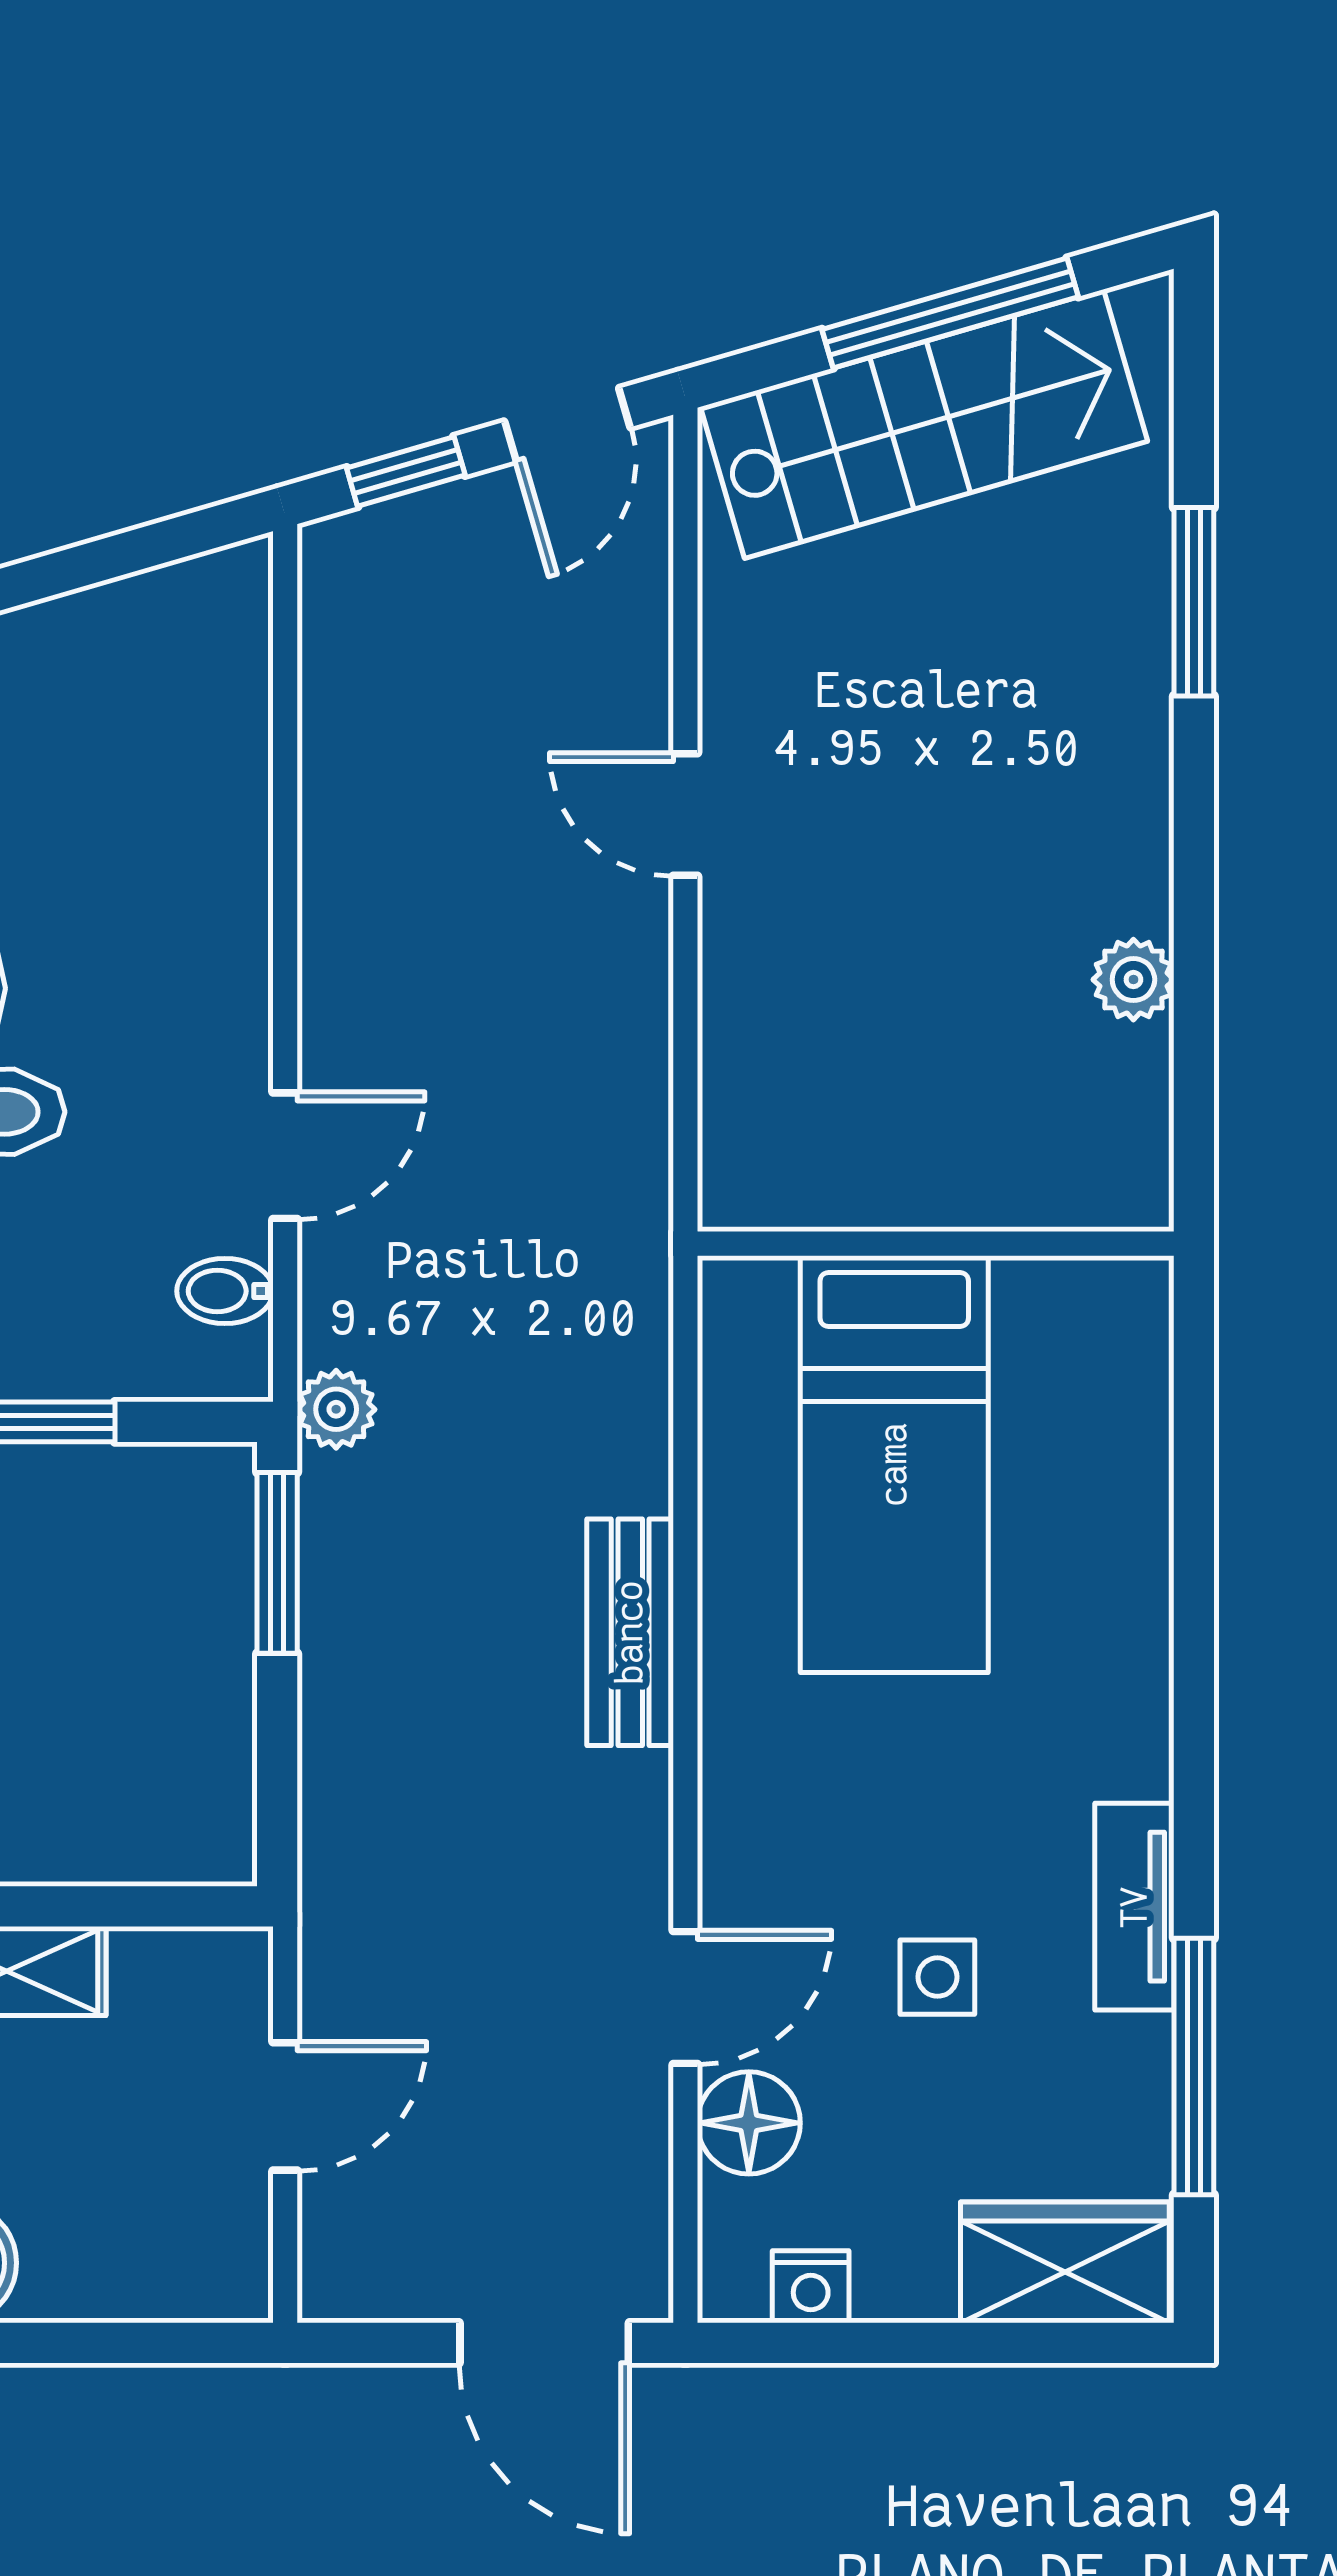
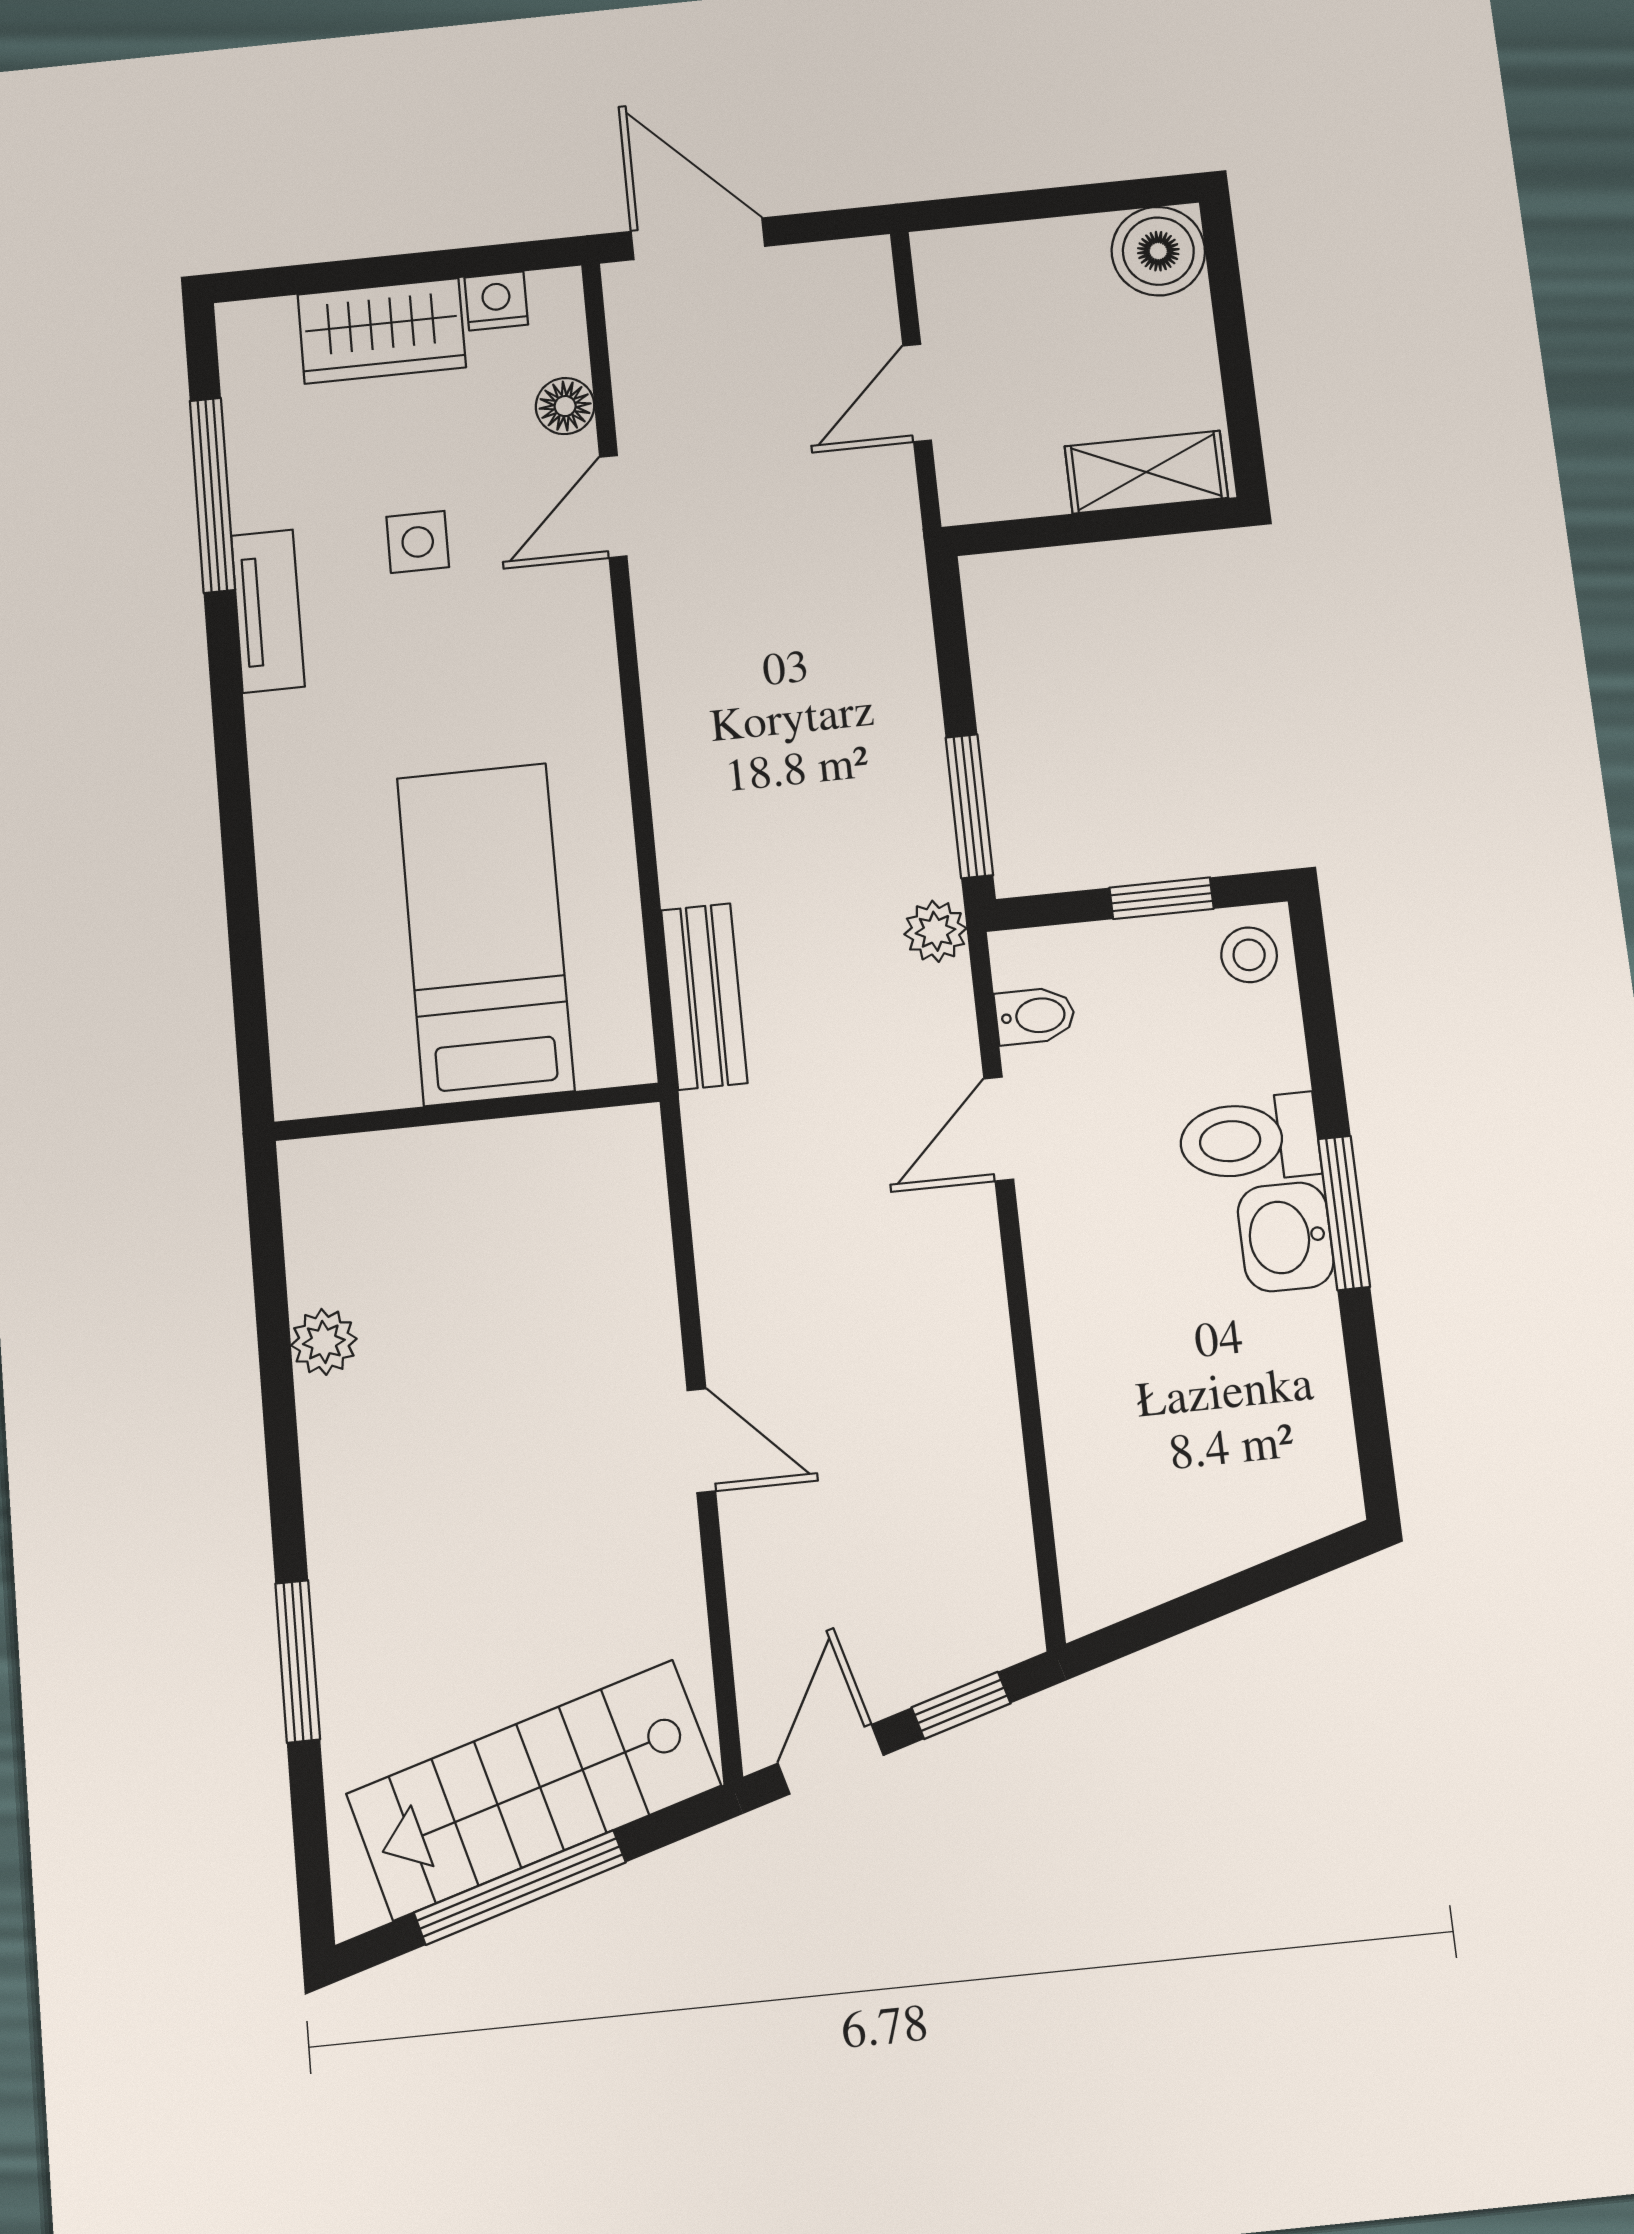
bench: (630, 1632) -> (704, 996), moved
floor lamp: (749, 2123) -> (565, 406), width x0.73, depth x0.73
wardrobe: (1065, 2262) -> (382, 331), moved

